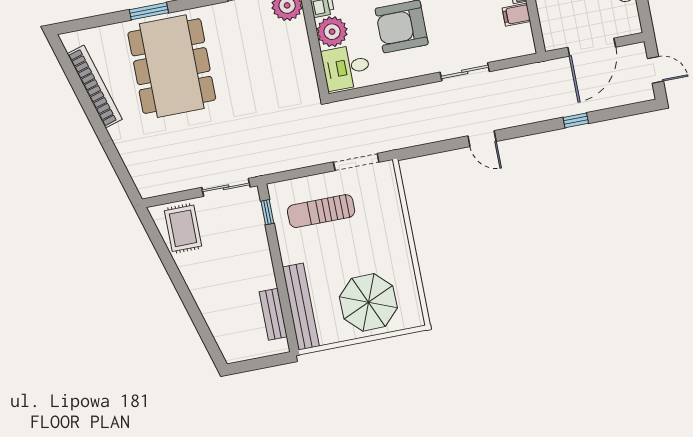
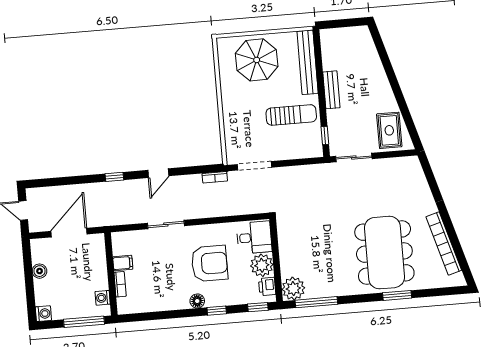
window: (576, 120) -> (114, 177), moved
door: (482, 139) -> (158, 173), swing flipped
bookcase: (407, 141) -> (215, 177), added
sun lounger: (321, 211) -> (291, 115), moved
bench: (273, 314) -> (331, 90), moved

